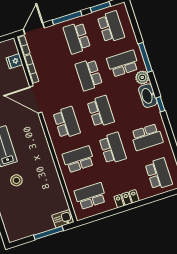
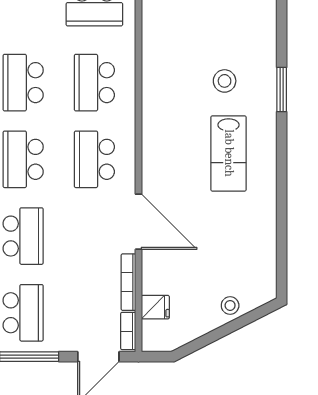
school desk: (79, 159) -> (94, 83), turned 90

